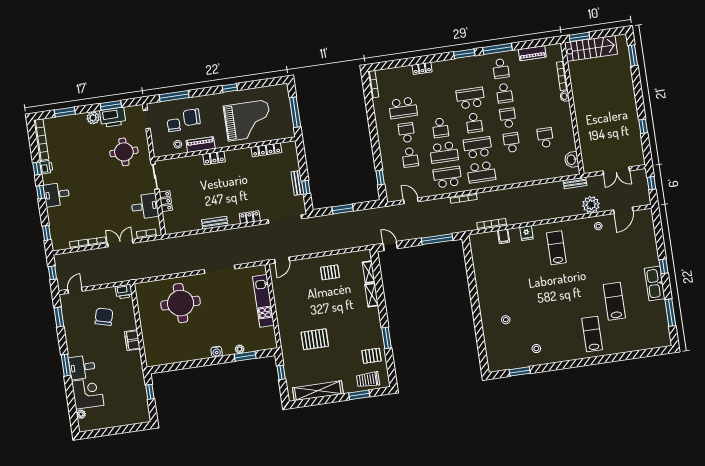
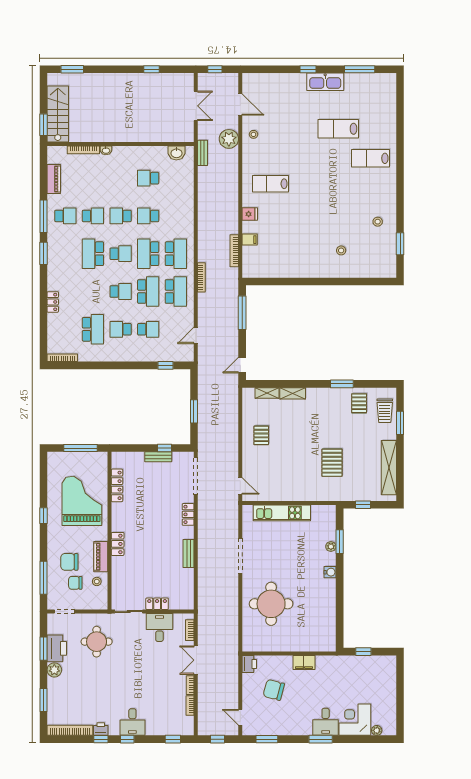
chair: (192, 117) -> (69, 562), turned 90
school desk: (448, 177) -> (176, 292), turned 180

